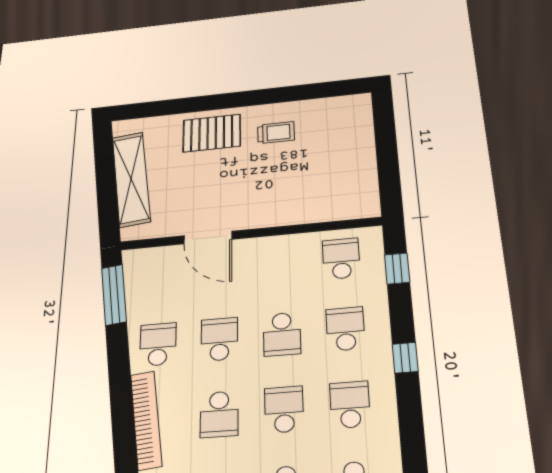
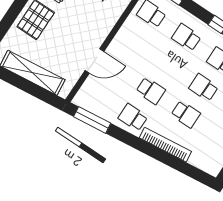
school desk: (282, 334) -> (169, 64), removed
school desk: (219, 339) -> (151, 91), turned 180

